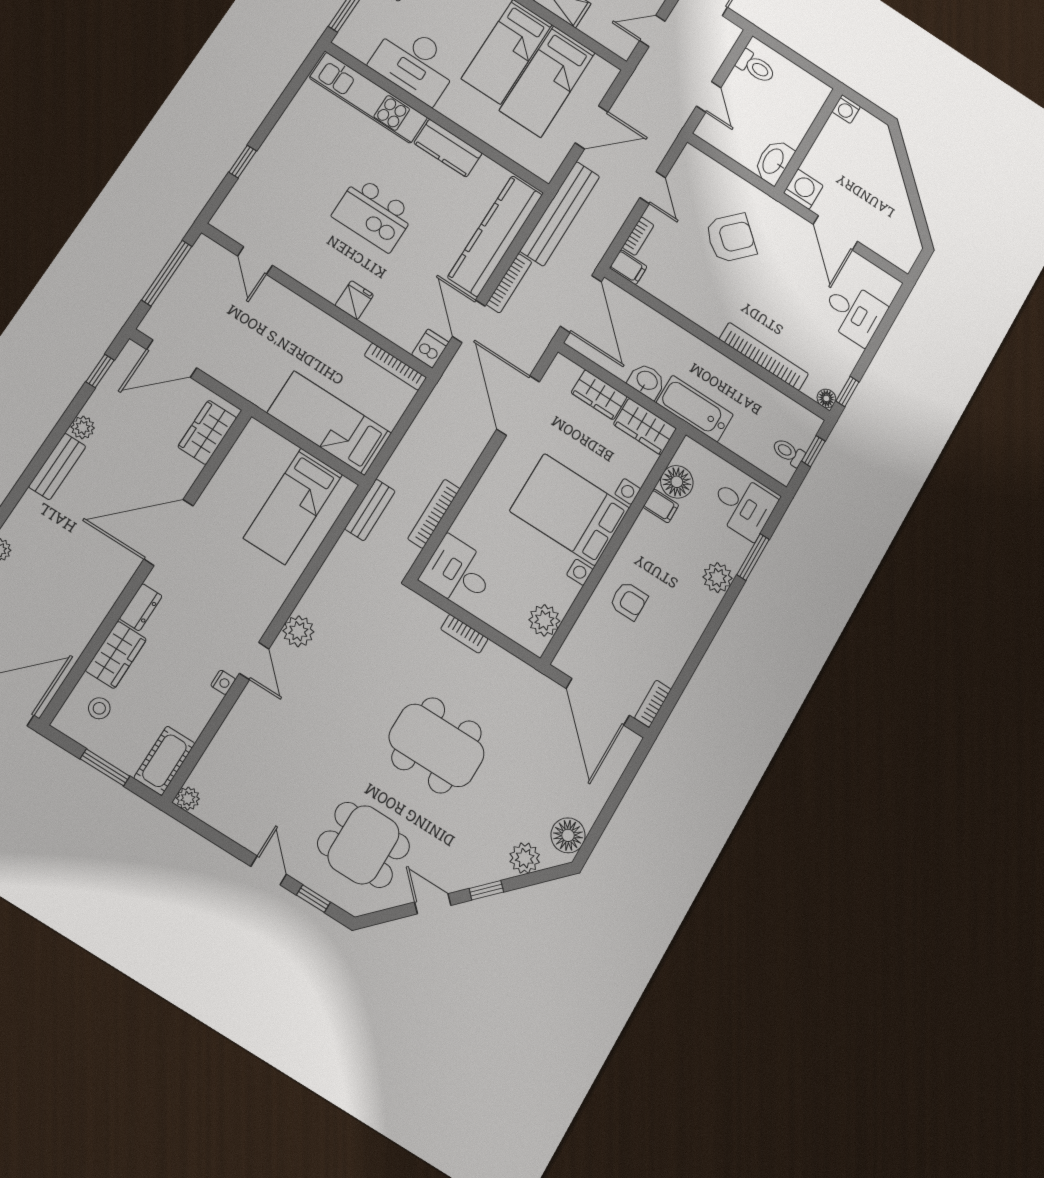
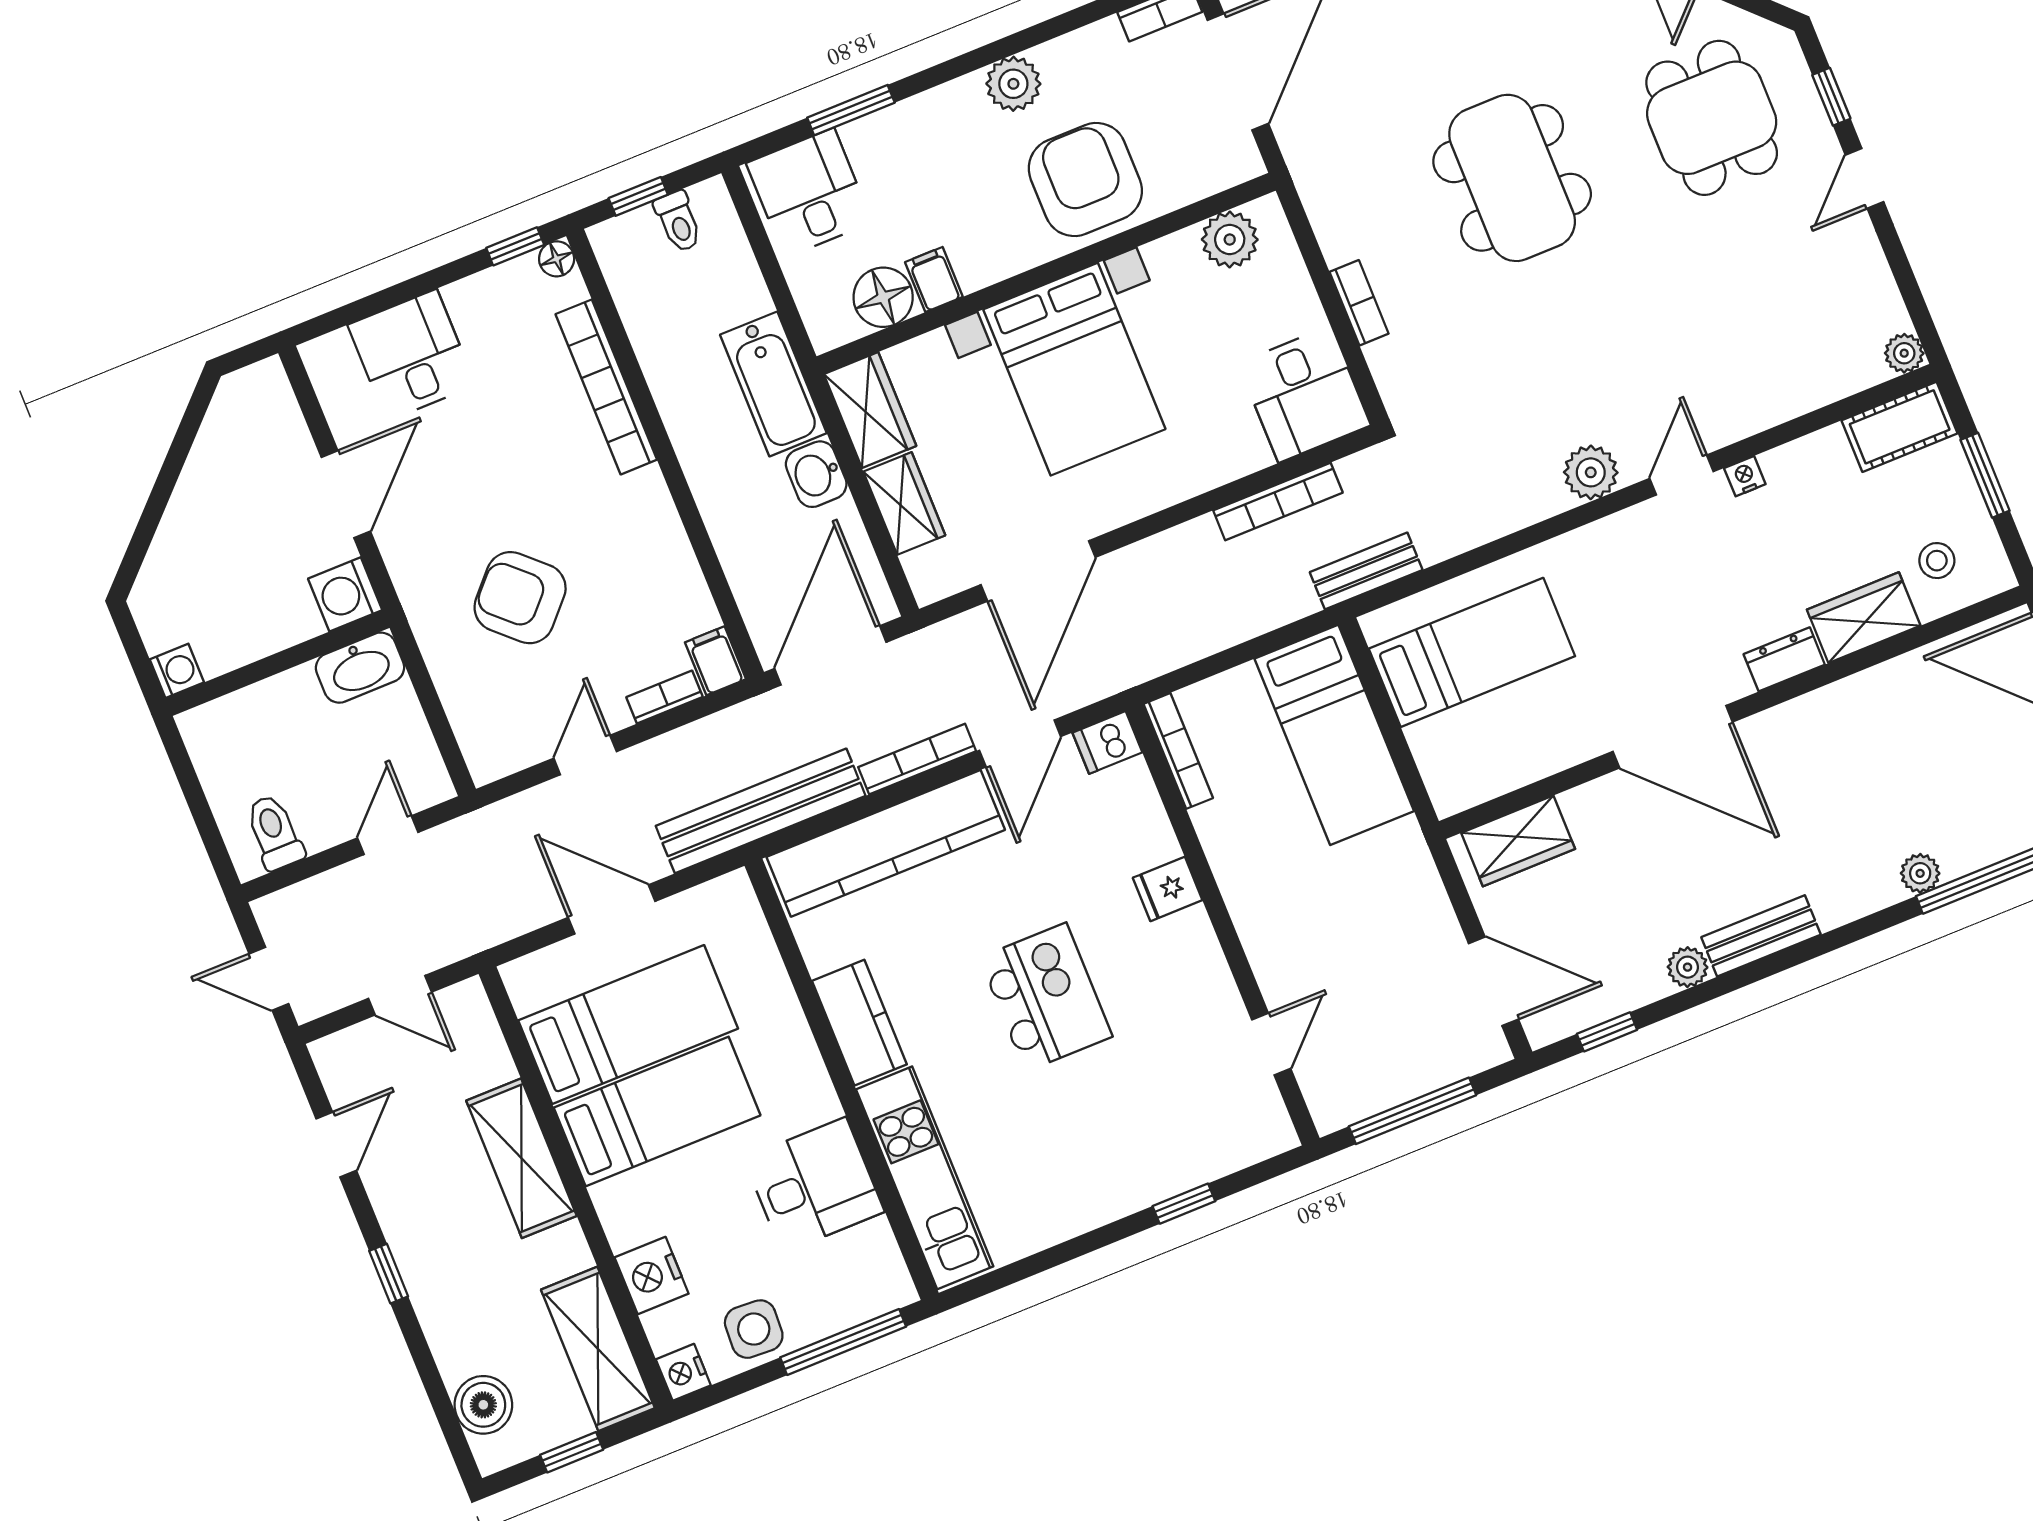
desk: (415, 63) -> (814, 1185), width x0.73
plant: (718, 578) -> (1013, 84), moved
armchair: (629, 601) -> (1085, 180), width x1.88, depth x1.88

